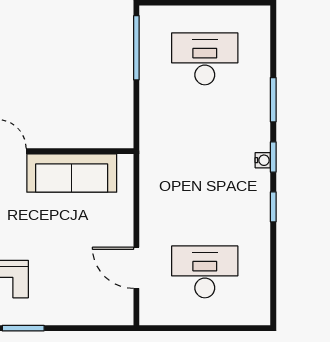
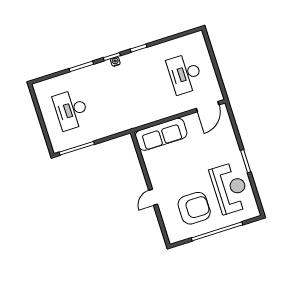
sofa: (72, 173) -> (161, 134), moved, turned 90
door: (136, 268) -> (208, 107), moved

